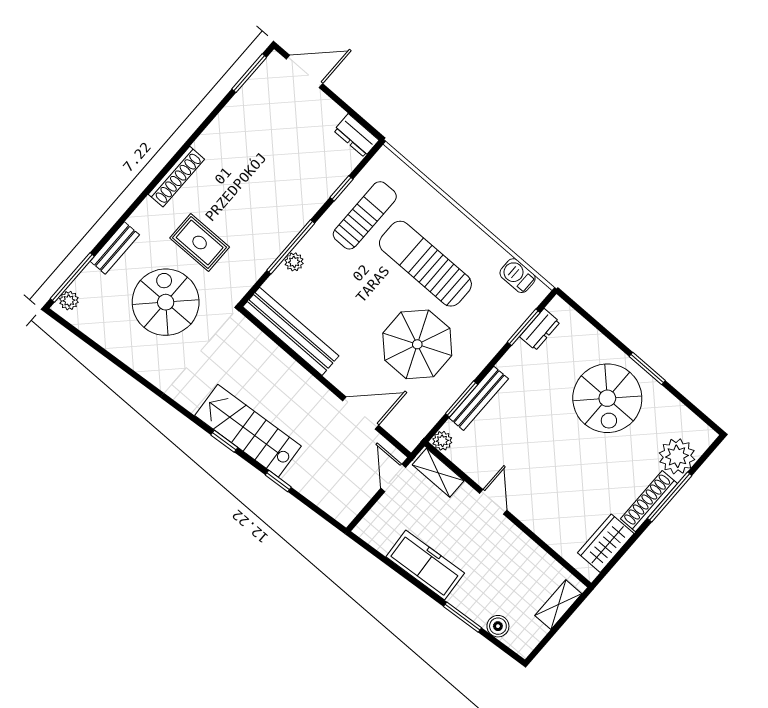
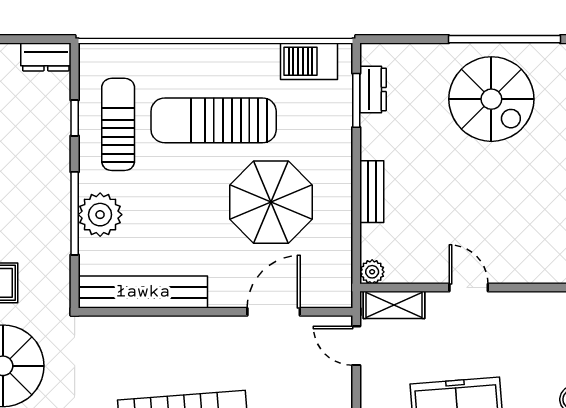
plant: (294, 262) -> (100, 215), width x1.88, depth x1.88
barbecue: (518, 276) -> (309, 61), width x1.38, depth x1.27
window: (647, 368) -> (505, 39), width x2.11
bench: (479, 398) -> (372, 192), width x0.73
window: (462, 399) -> (356, 217), removed

